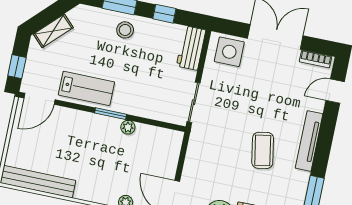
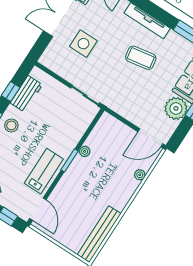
workbench: (191, 48) -> (26, 94), moved, turned -90
side table: (229, 52) -> (83, 44), moved

